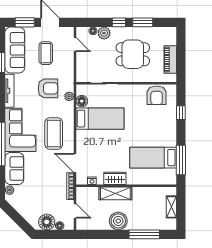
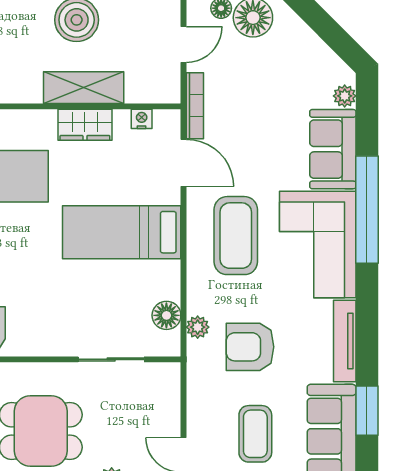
bed: (100, 119) -> (122, 232), moved
door: (75, 211) -> (184, 45), swing flipped

